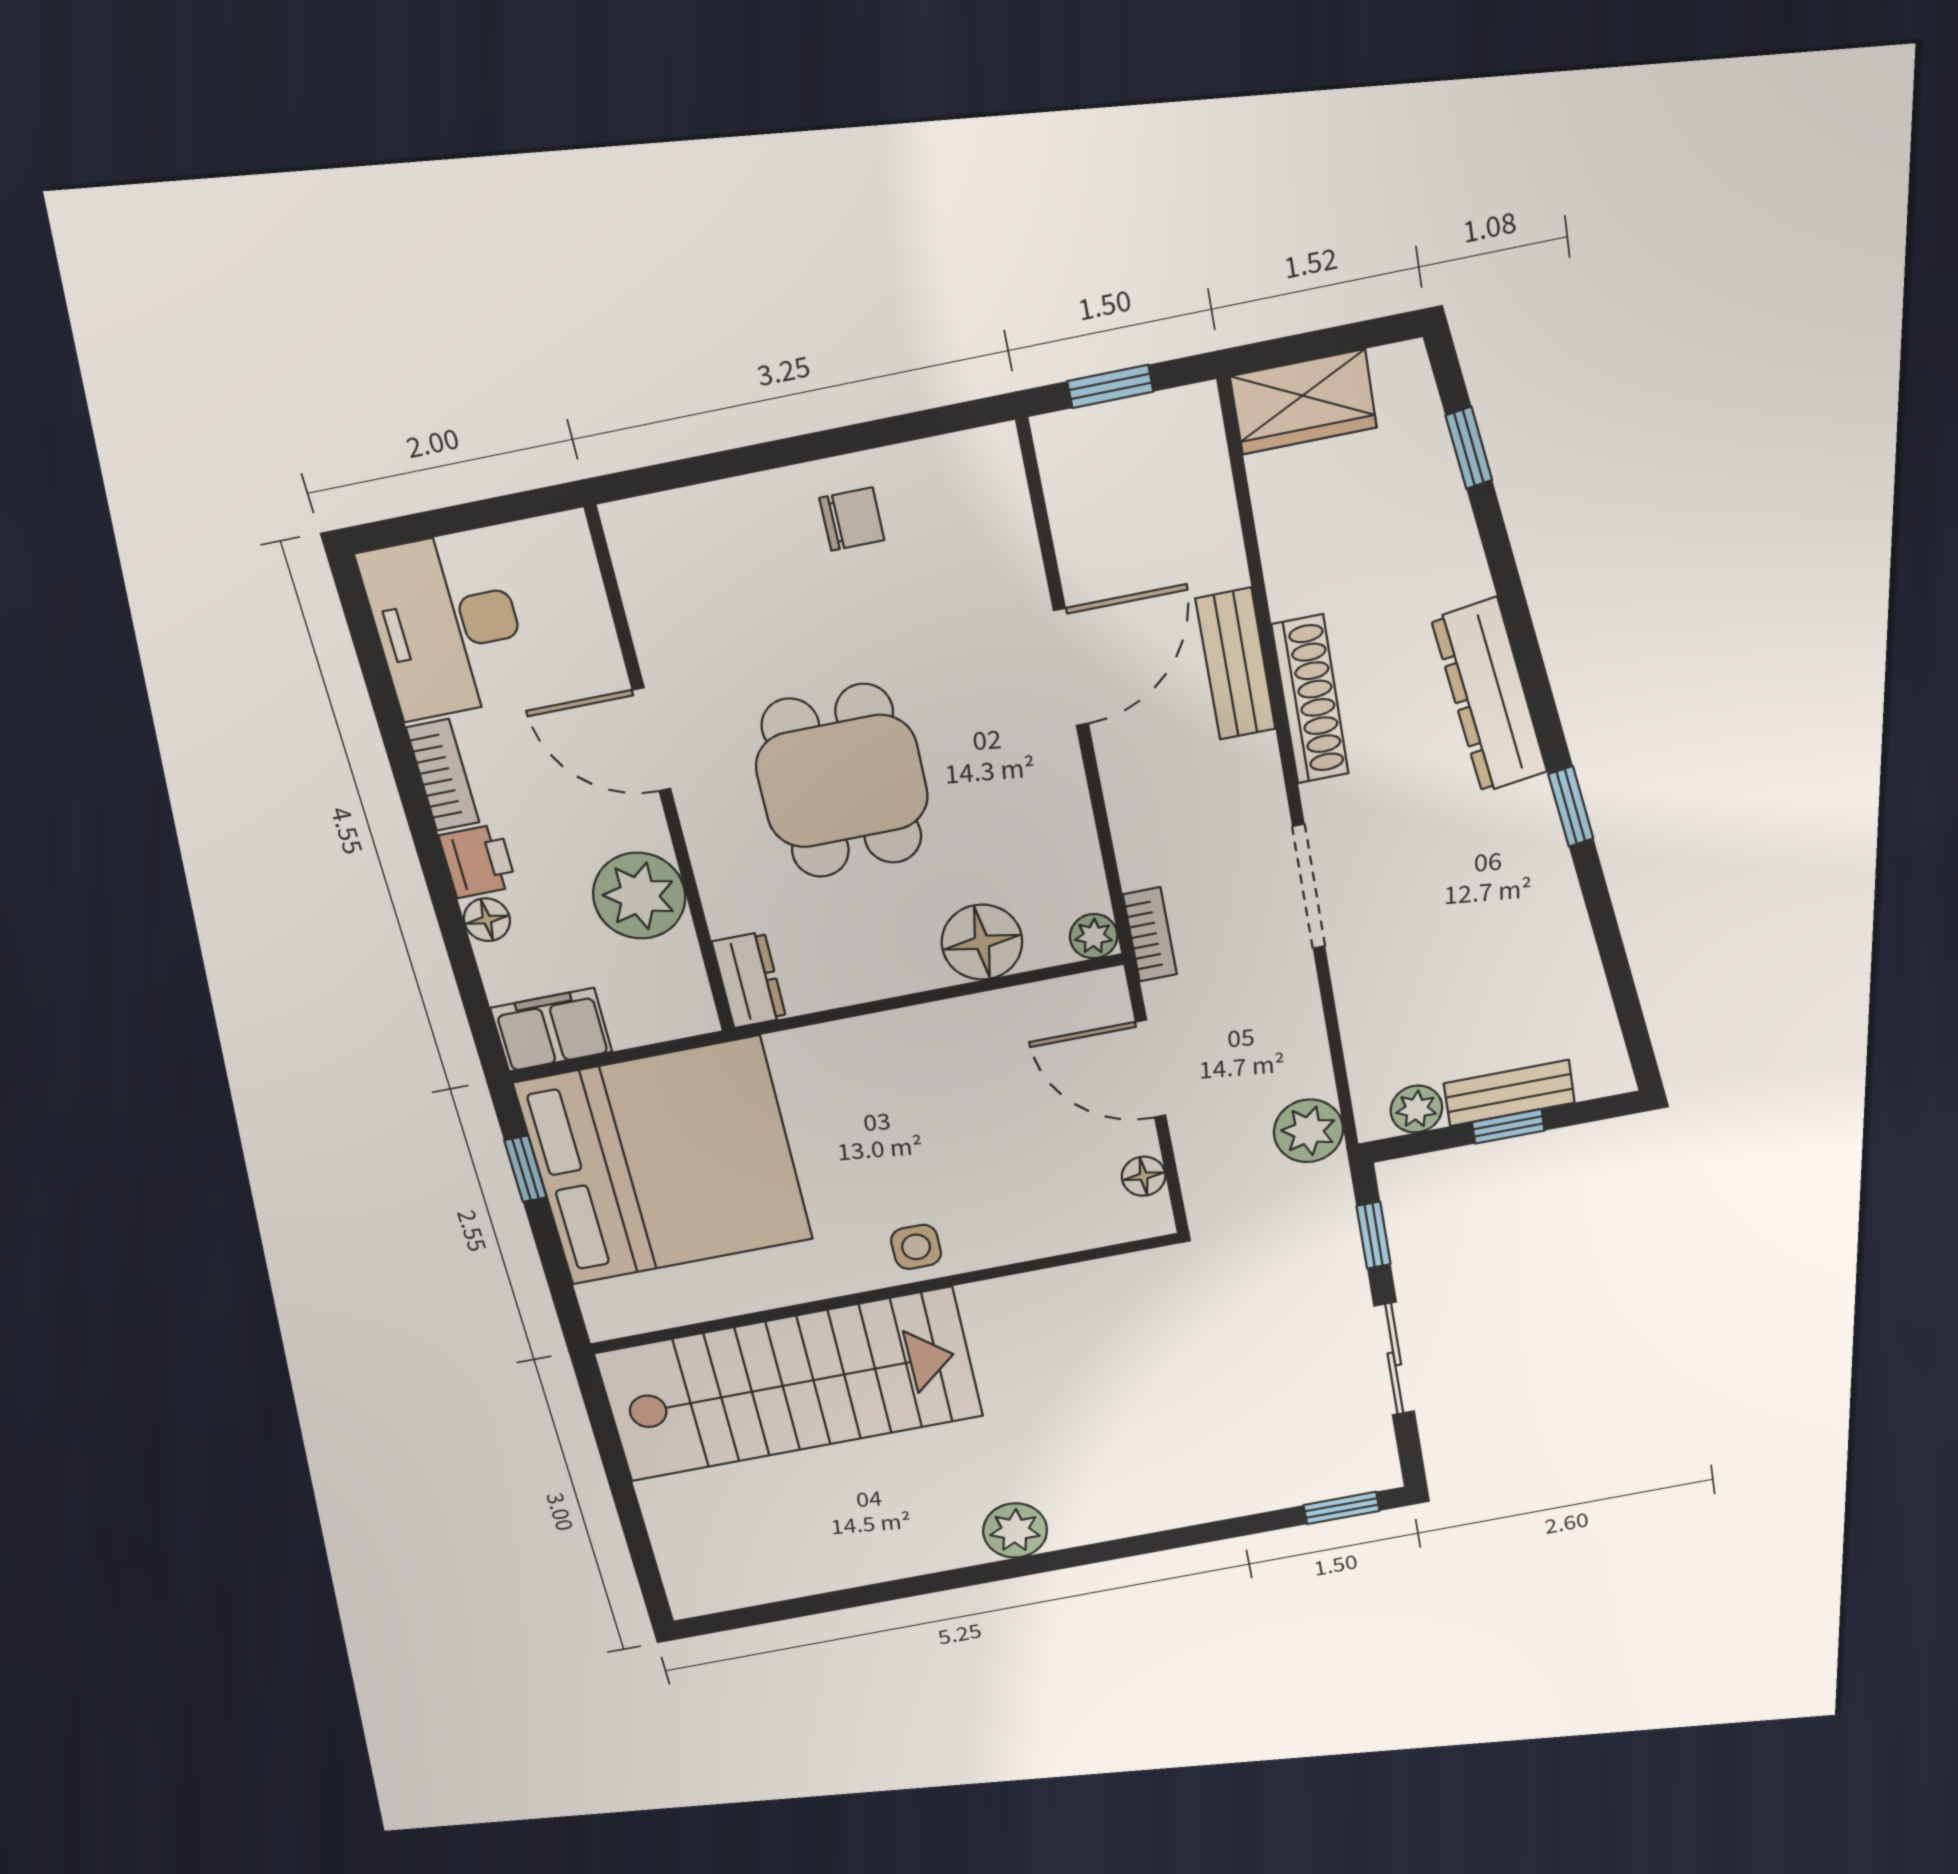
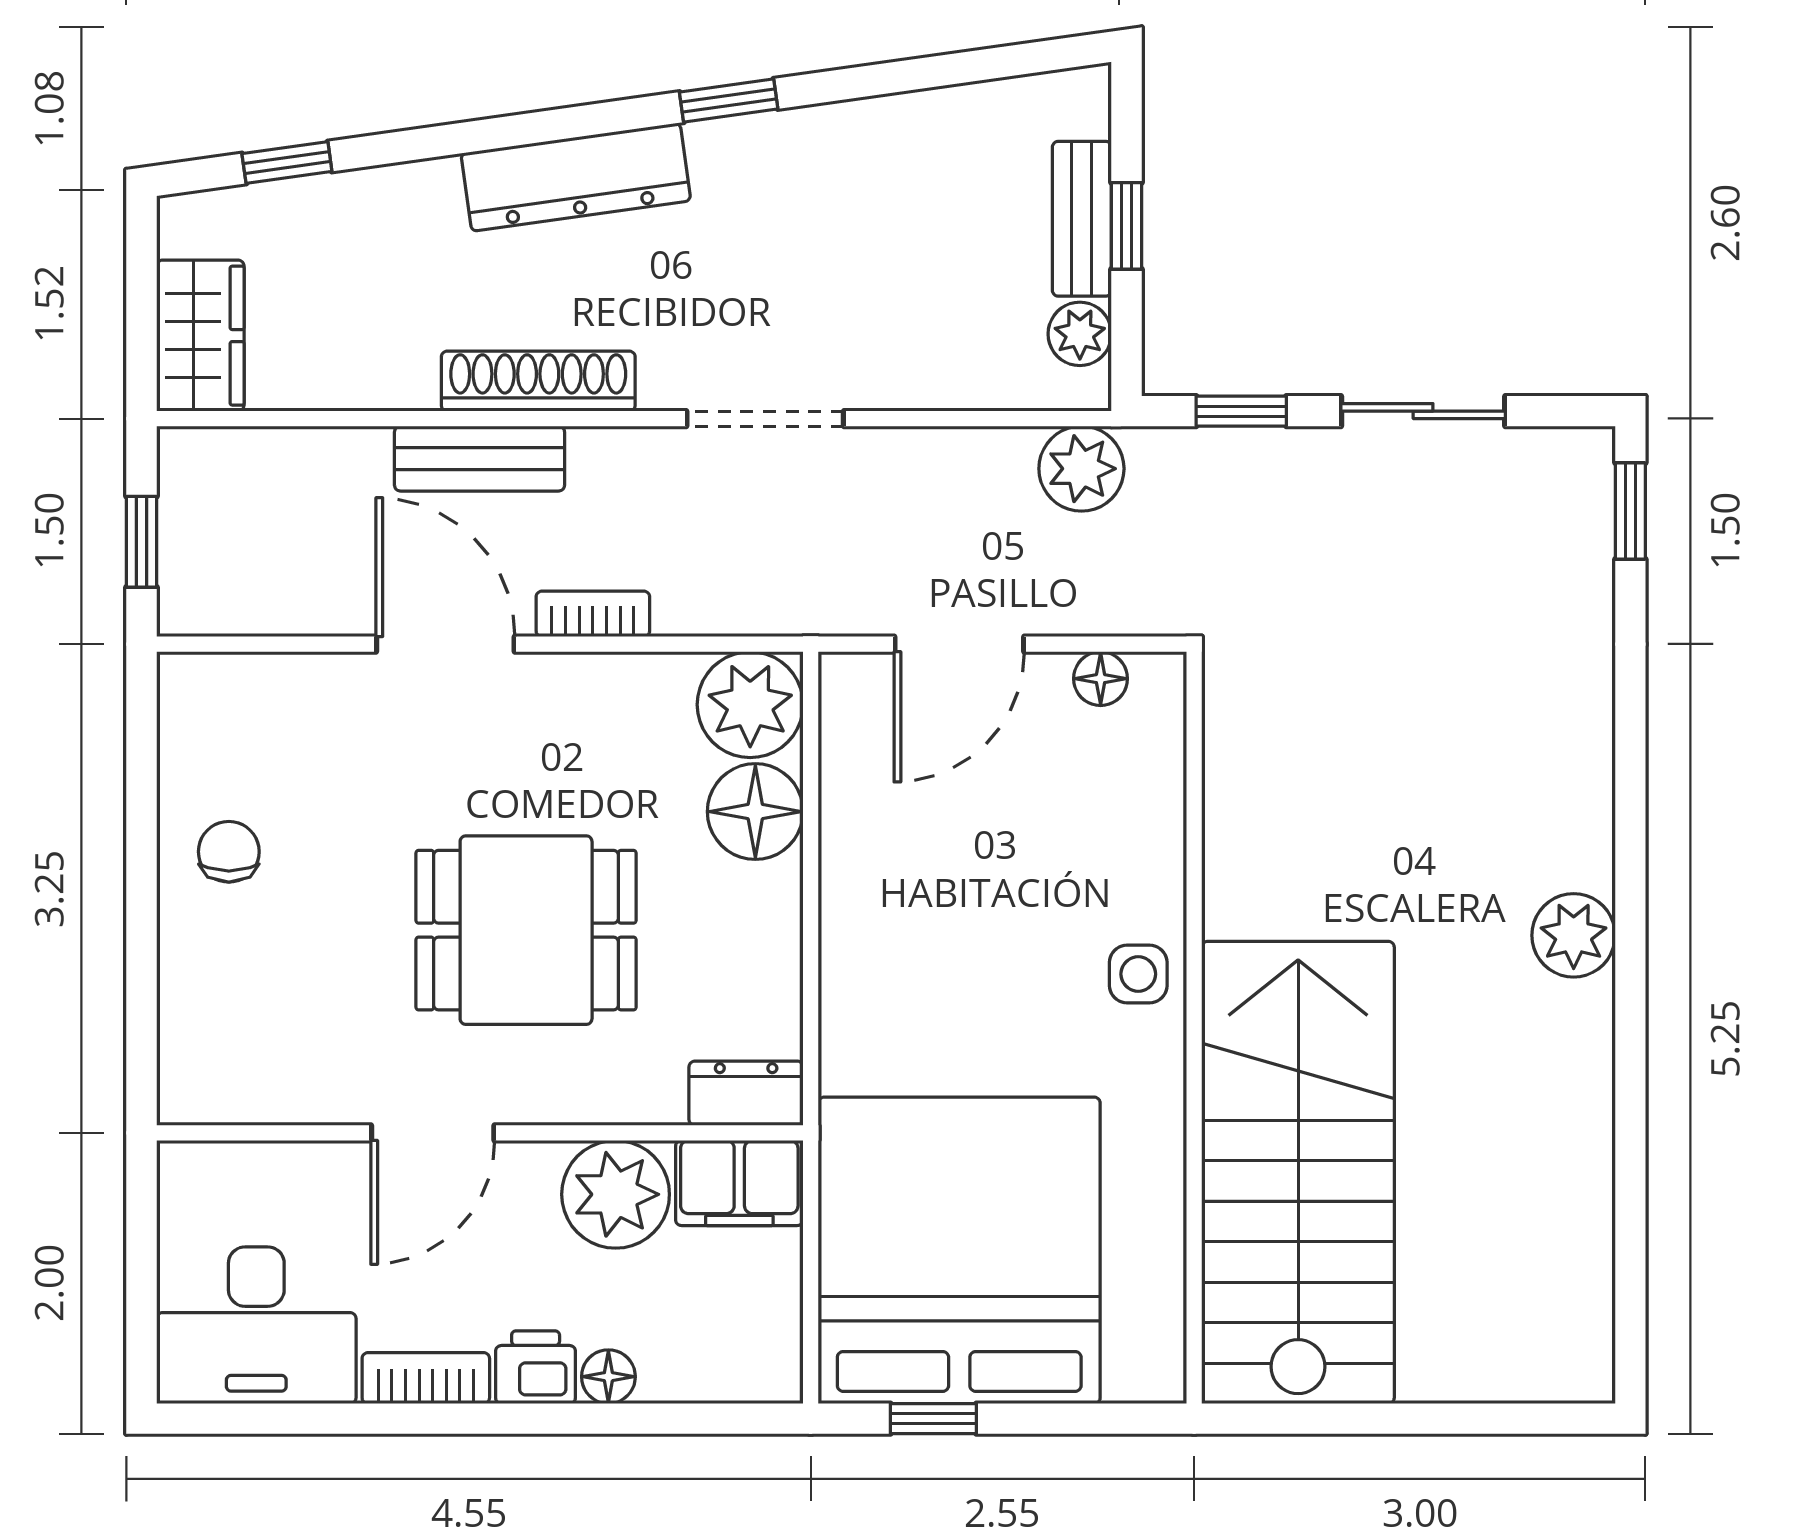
bookcase: (1150, 934) -> (593, 614), moved
plant: (1094, 936) -> (750, 705), width x1.87, depth x1.87
filing cabinet: (551, 1030) -> (739, 1183), moved, turned -90

